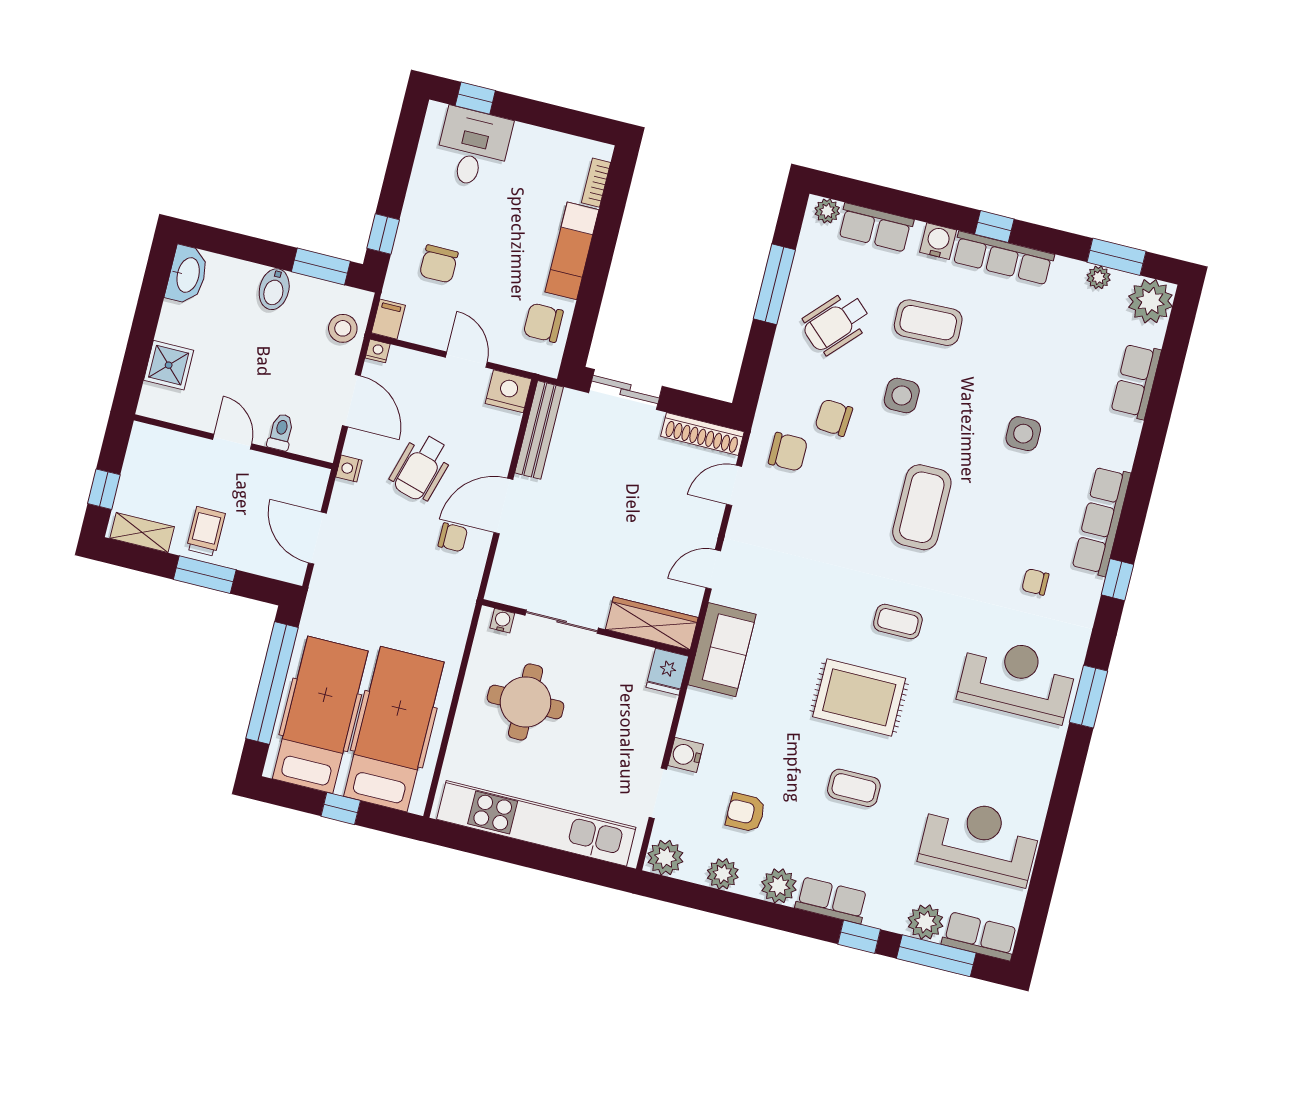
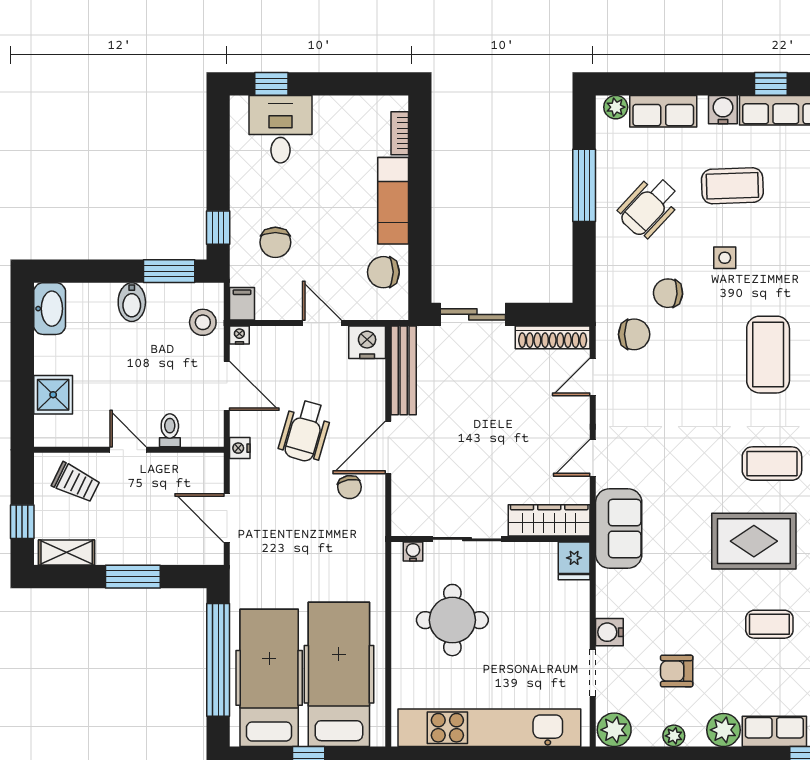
side table: (902, 396) -> (725, 258), width x0.73, depth x0.73
trolley: (206, 531) -> (76, 483), moved, turned 116
chair: (453, 537) -> (349, 487), turned 80
coffee table: (898, 622) -> (772, 464), width x1.36, depth x1.30
plant: (723, 874) -> (674, 736), width x0.73, depth x0.73

